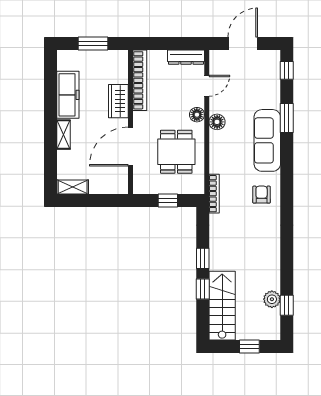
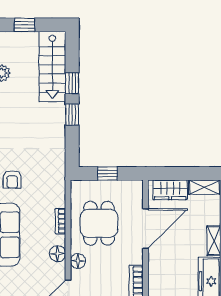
wardrobe: (118, 101) -> (170, 190), moved, turned 90
bookcase: (214, 194) -> (61, 221), moved, width x0.64

